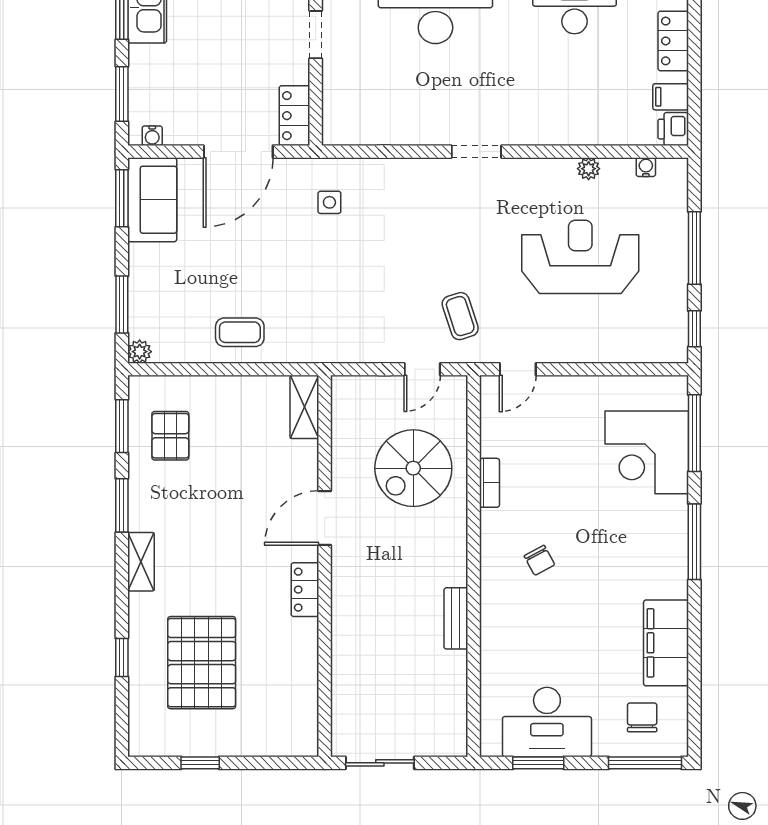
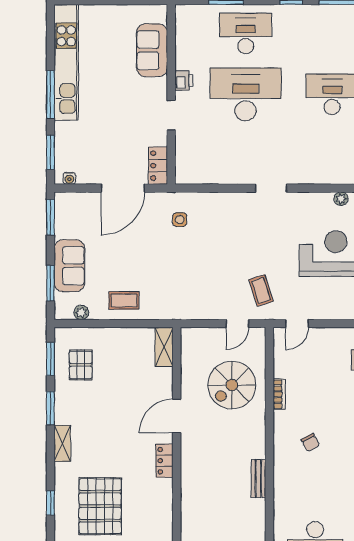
sofa: (152, 200) -> (69, 266), moved
plant: (140, 352) -> (81, 313), moved

